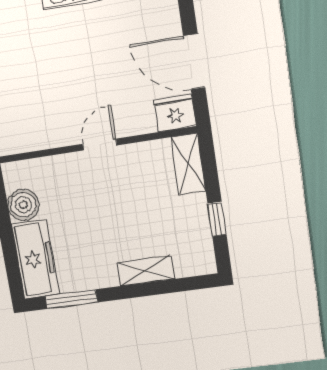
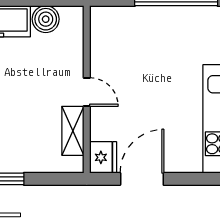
shelving: (188, 164) -> (73, 131), moved, turned 90

